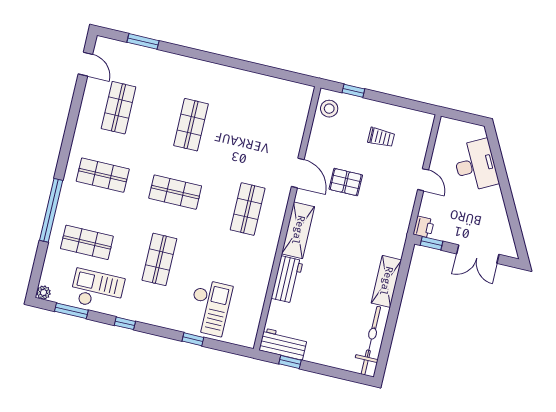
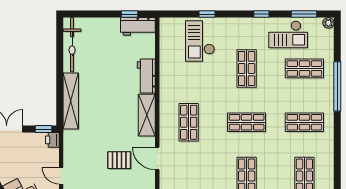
shelving: (386, 281) -> (71, 101), width x1.47

